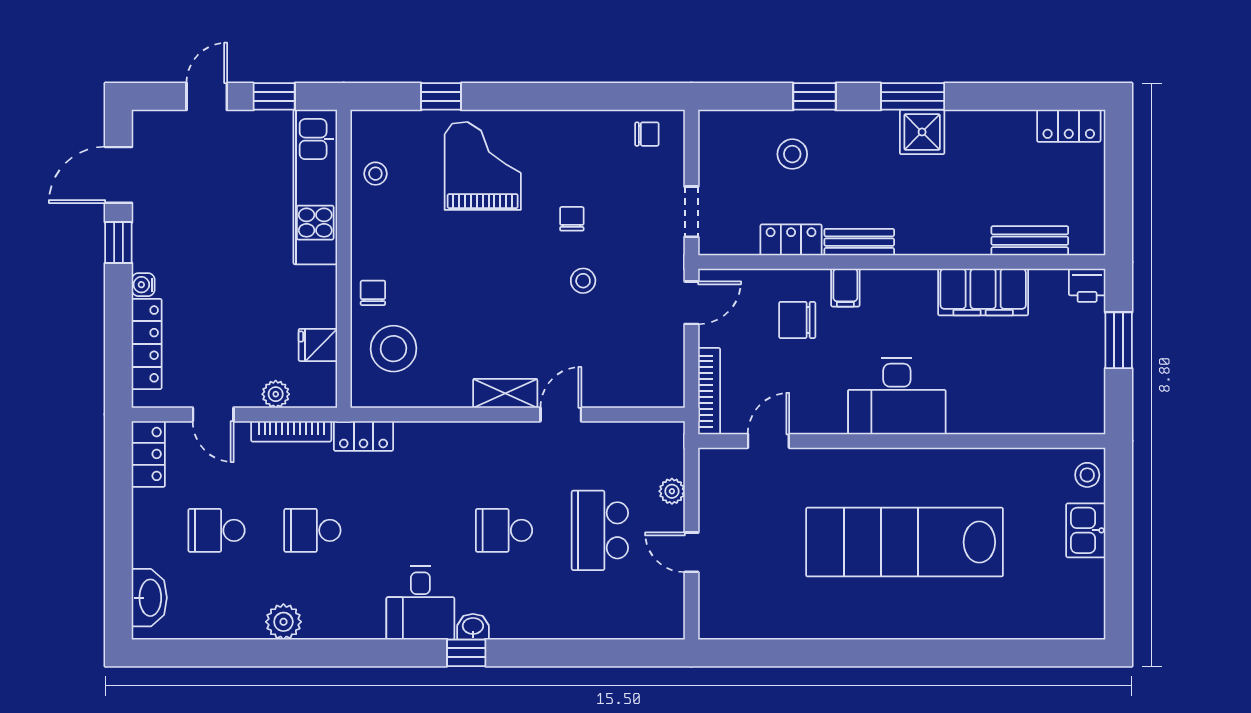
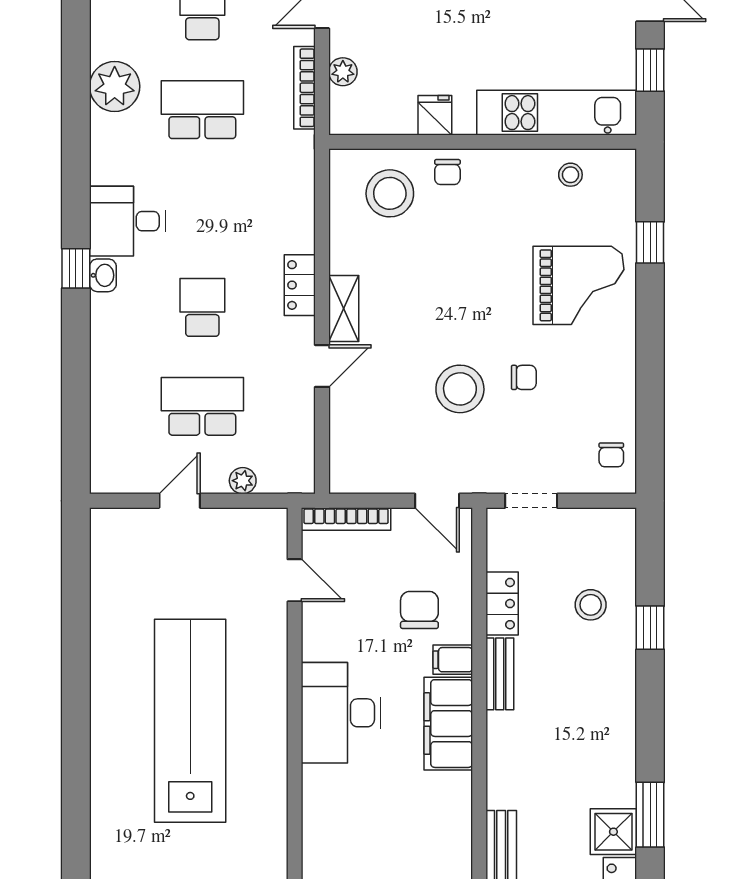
window: (913, 96) -> (650, 815), moved
shower: (922, 132) -> (613, 832), moved
stool: (583, 281) -> (460, 389), width x1.89, depth x1.89
filing cabinet: (983, 292) -> (448, 724), moved
chair: (373, 293) -> (447, 172), turned 90
fridge: (318, 345) -> (435, 115), moved
door: (561, 414) -> (322, 366), hinge flipped
locker: (363, 436) -> (300, 285), moved
school desk: (312, 530) -> (202, 110), width x1.85
plant: (283, 622) -> (115, 86), width x1.36, depth x1.36

